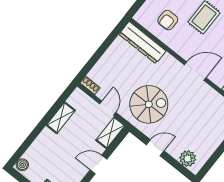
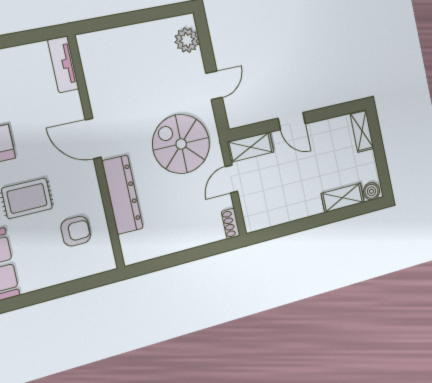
dresser: (142, 43) -> (122, 195), moved
shelving: (61, 118) -> (343, 198), moved
door: (155, 148) -> (214, 85), swing flipped

